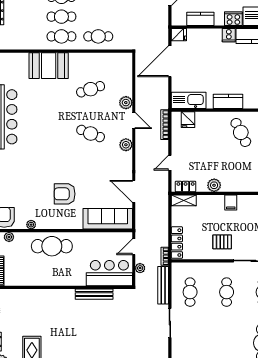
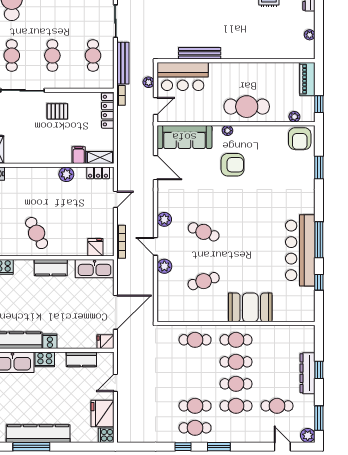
filing cabinet: (231, 202) -> (79, 155), moved
plant: (31, 225) -> (228, 131), moved

